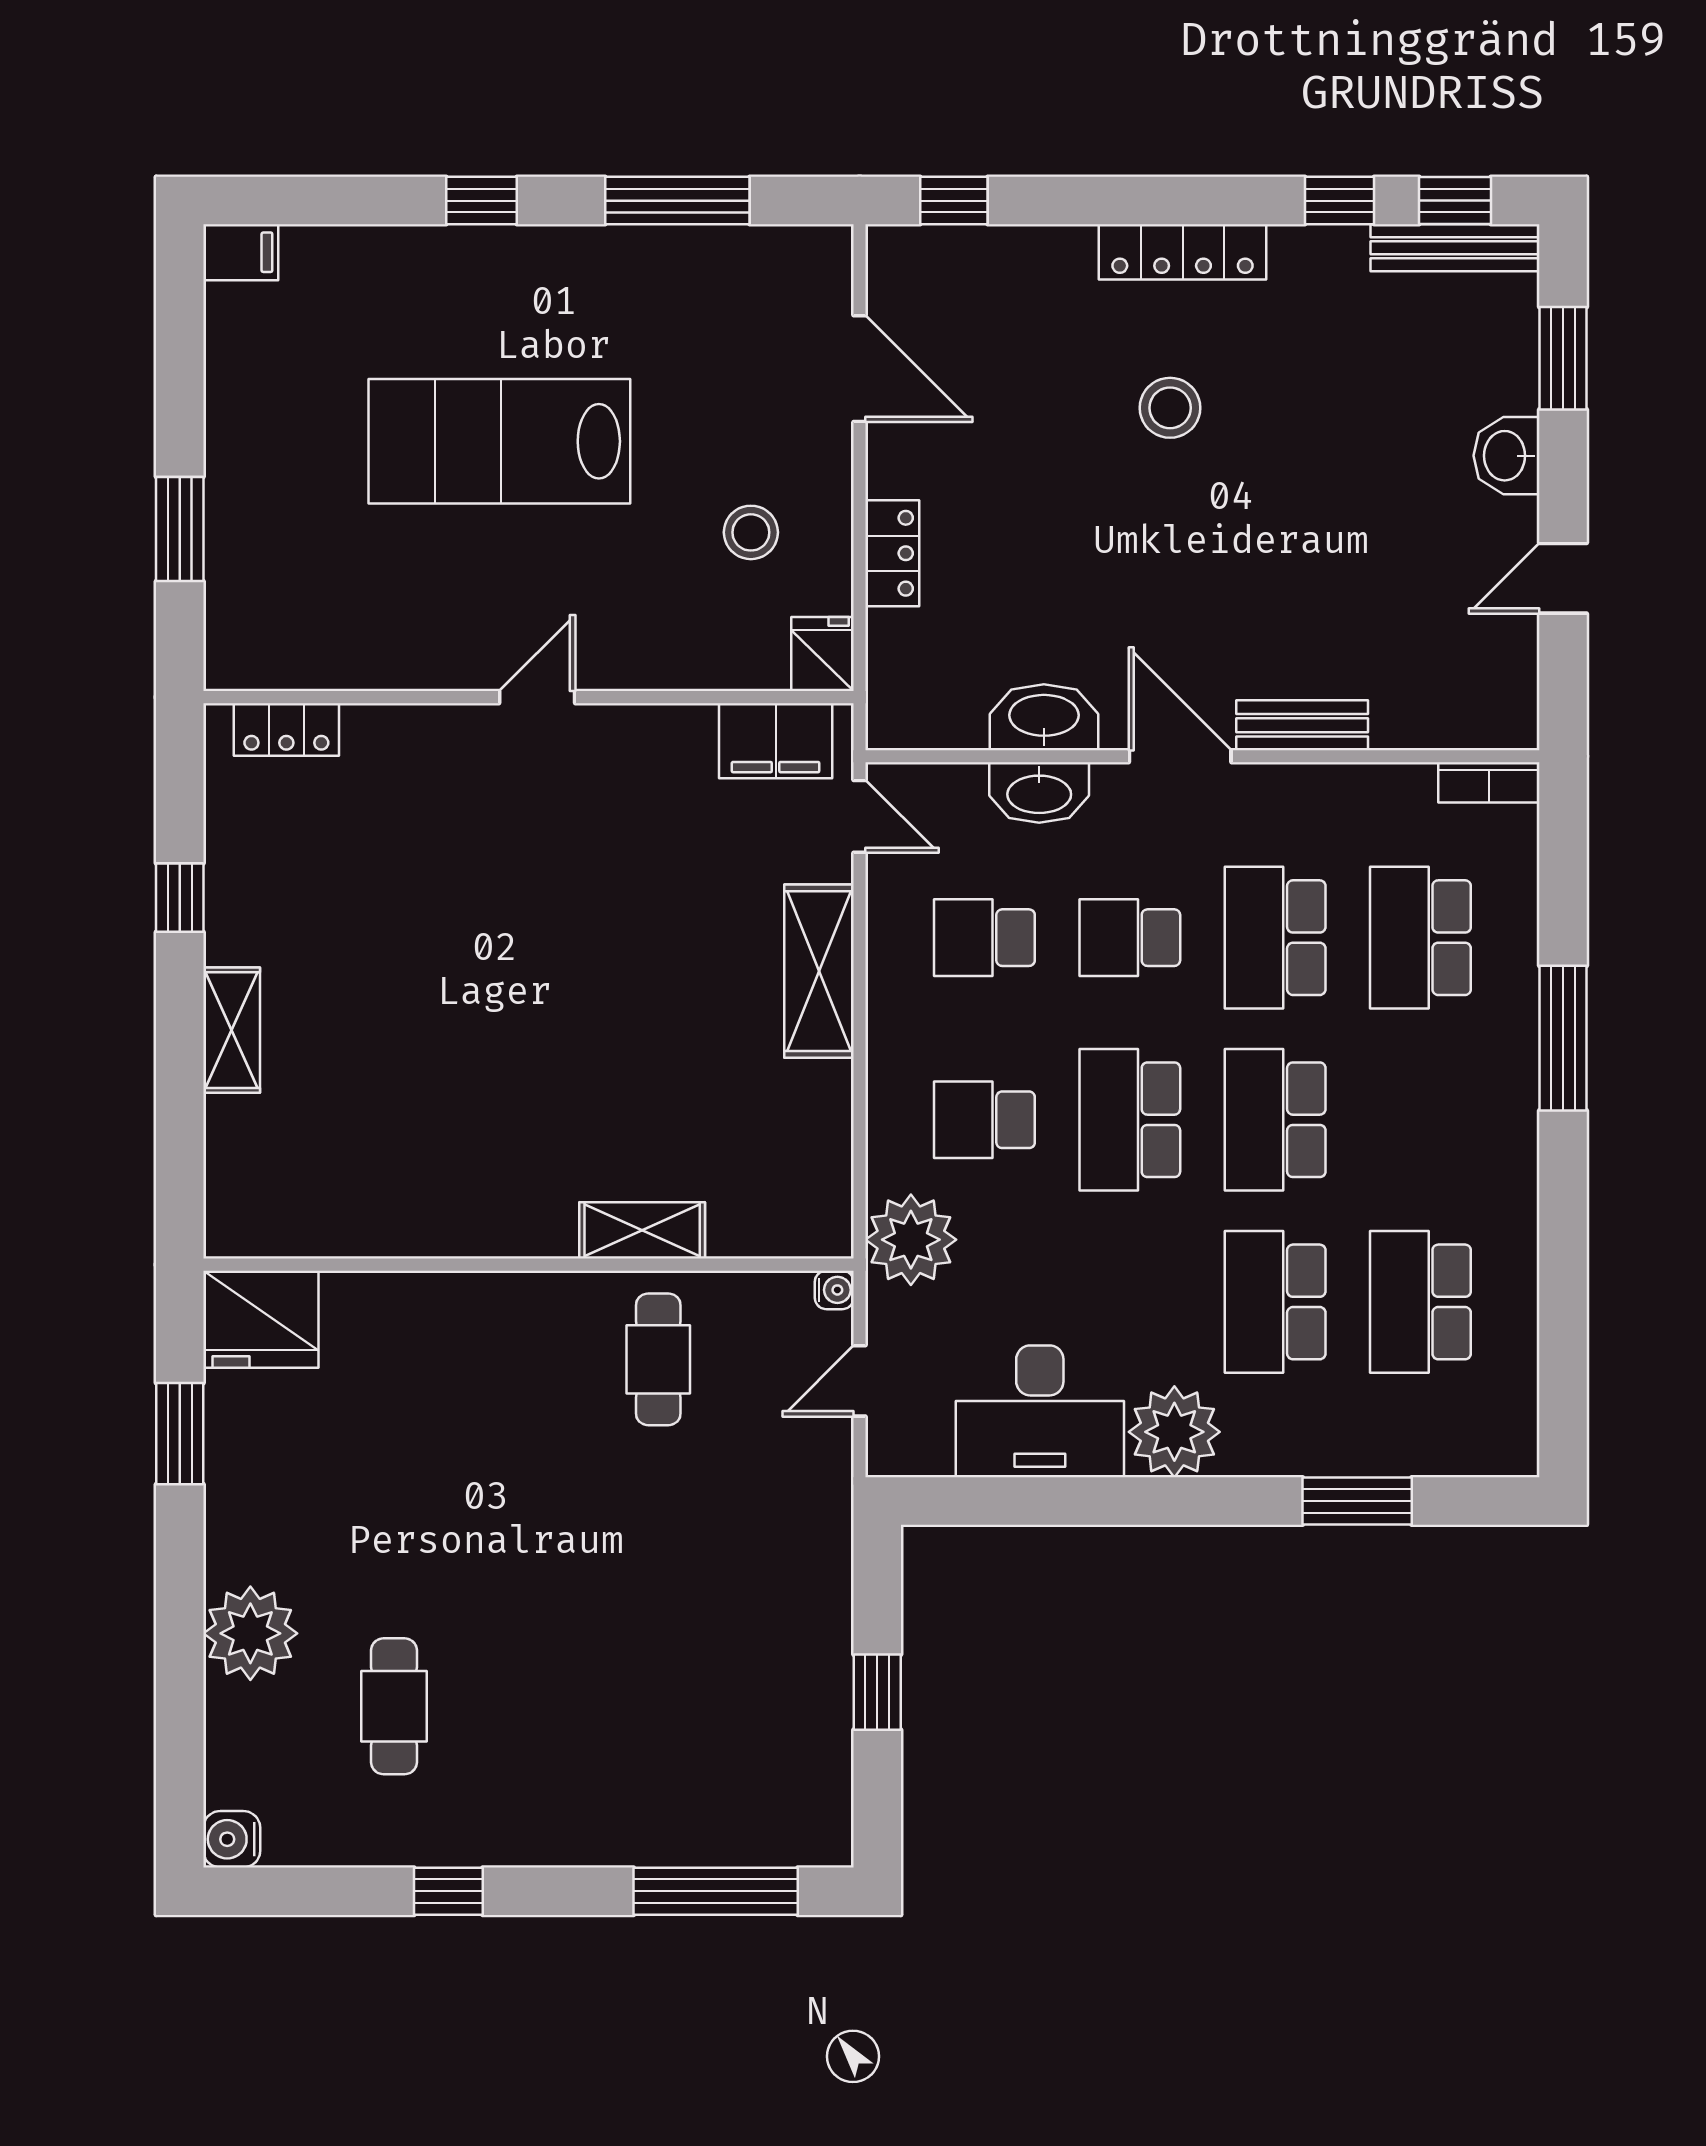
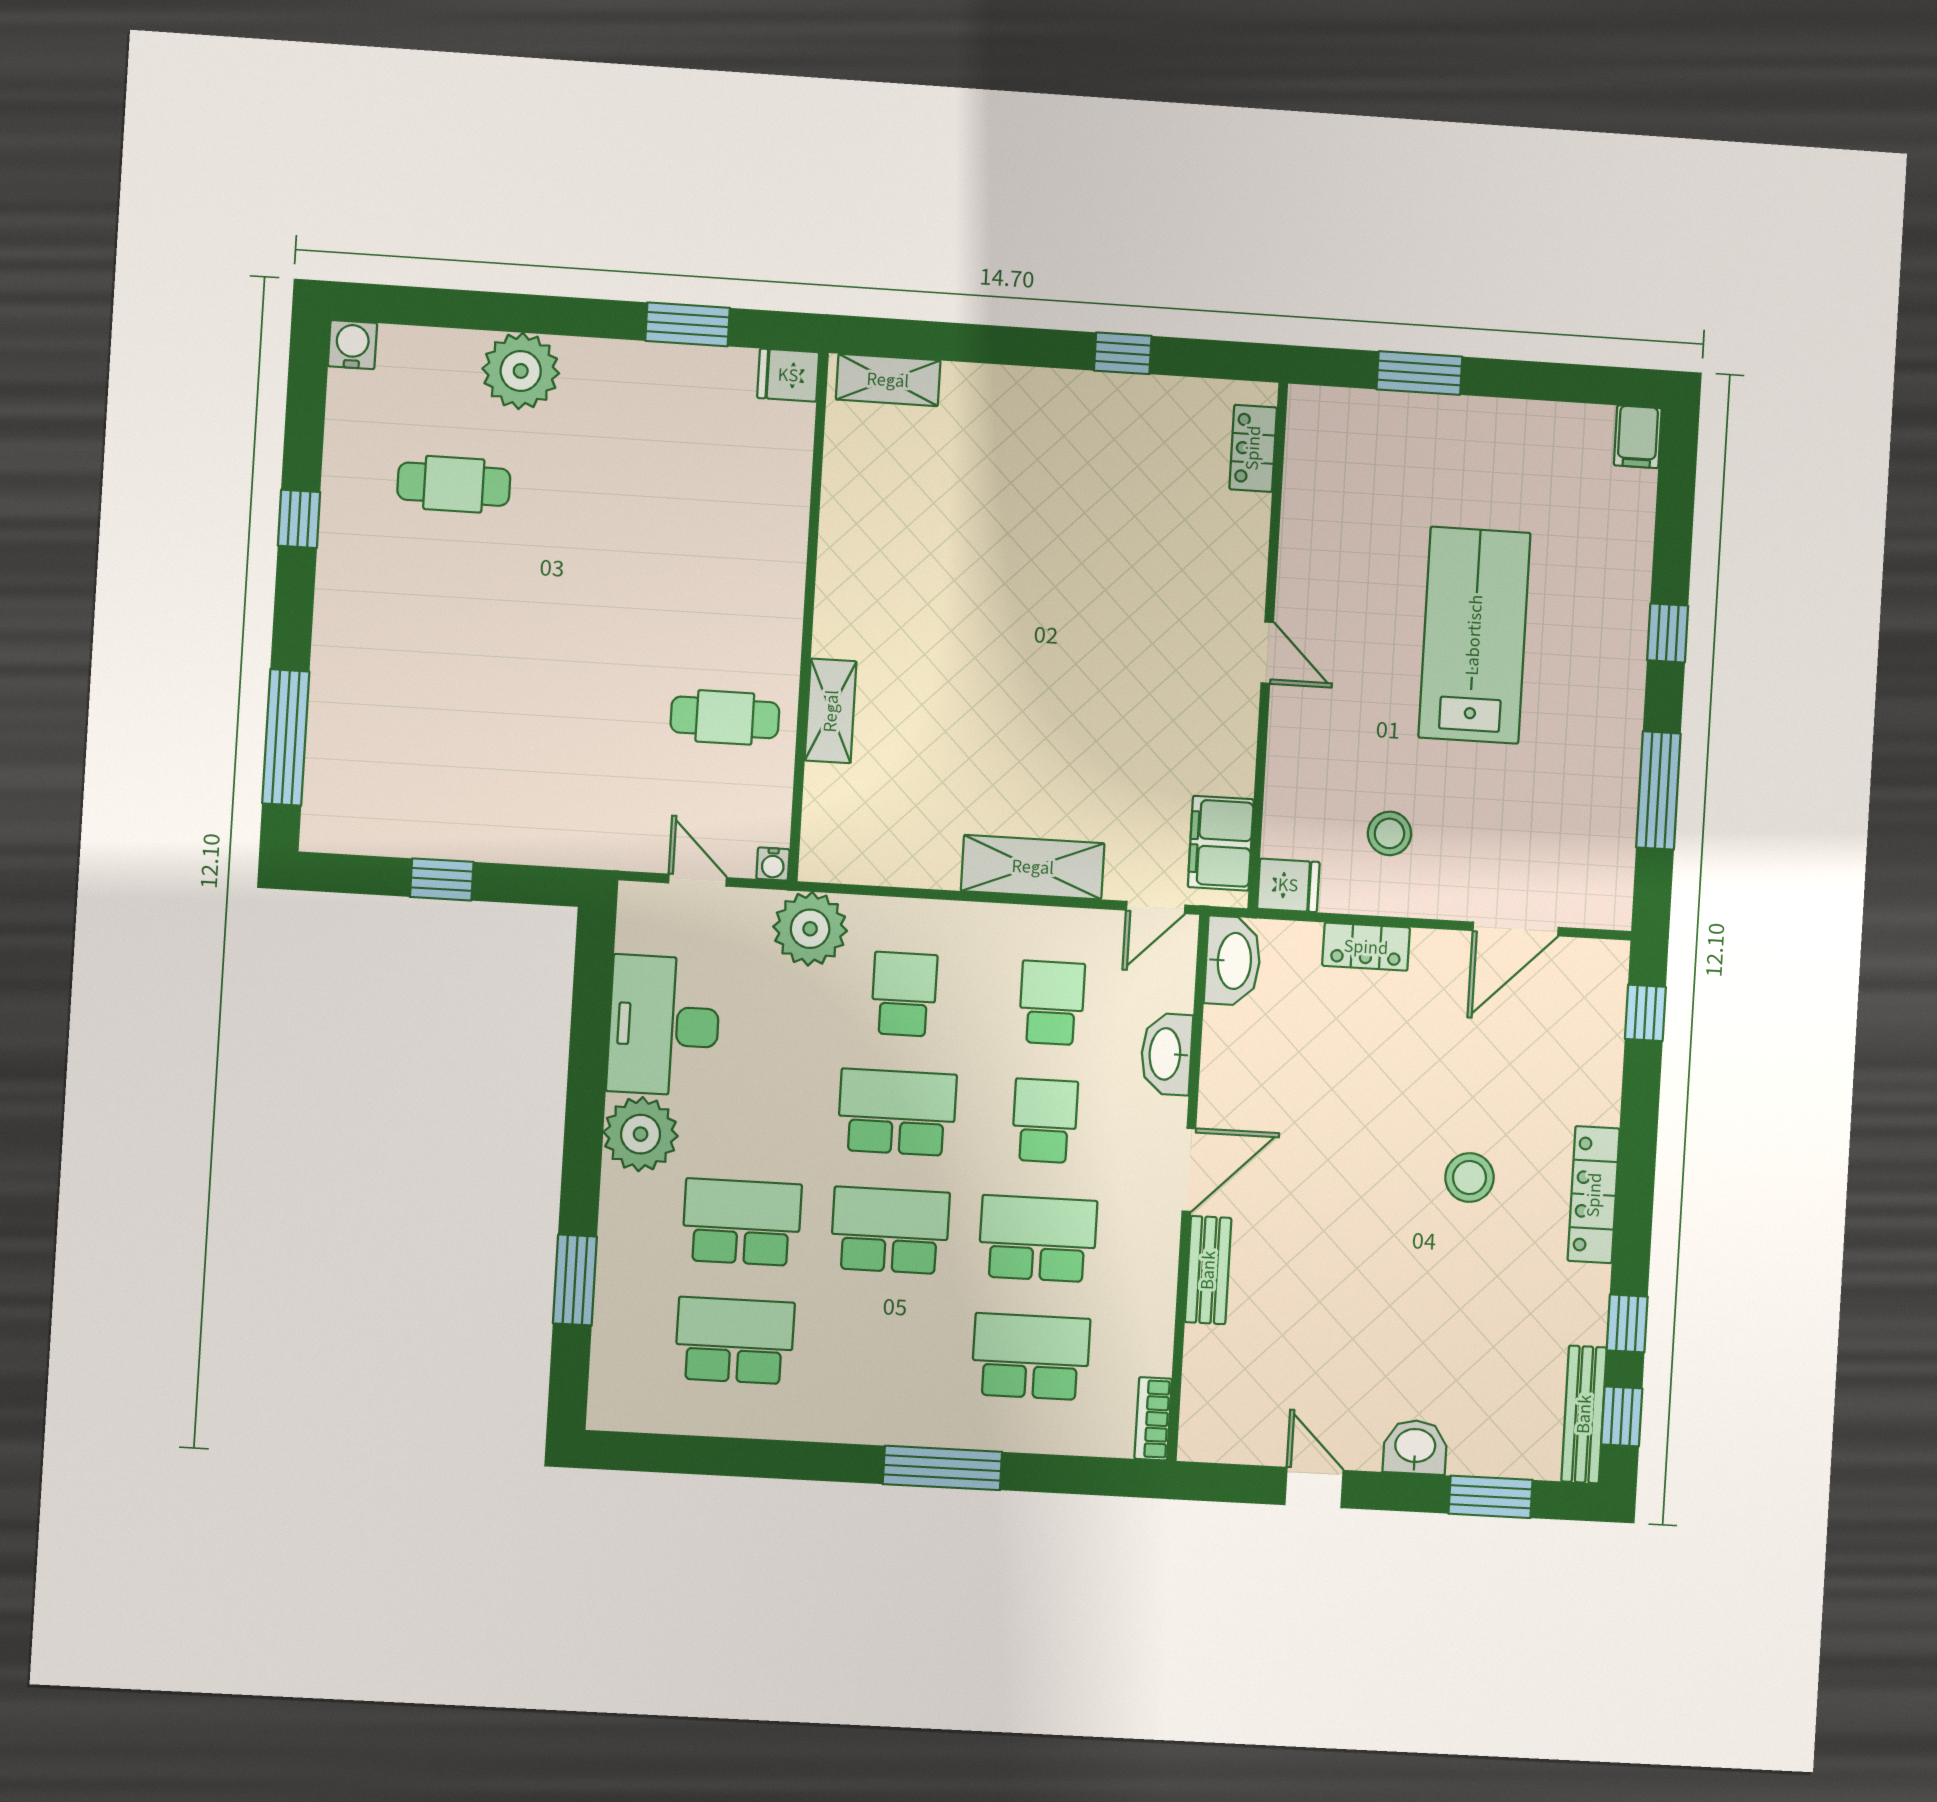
washbasin: (1044, 717) -> (1233, 961), moved
shelving: (232, 1030) -> (888, 380), moved
fridge: (261, 1319) -> (788, 375), width x0.53, depth x0.75

